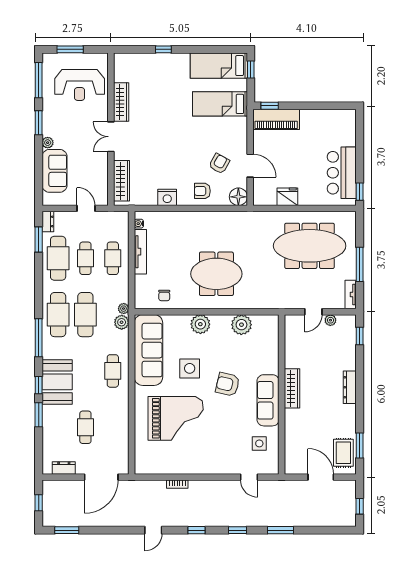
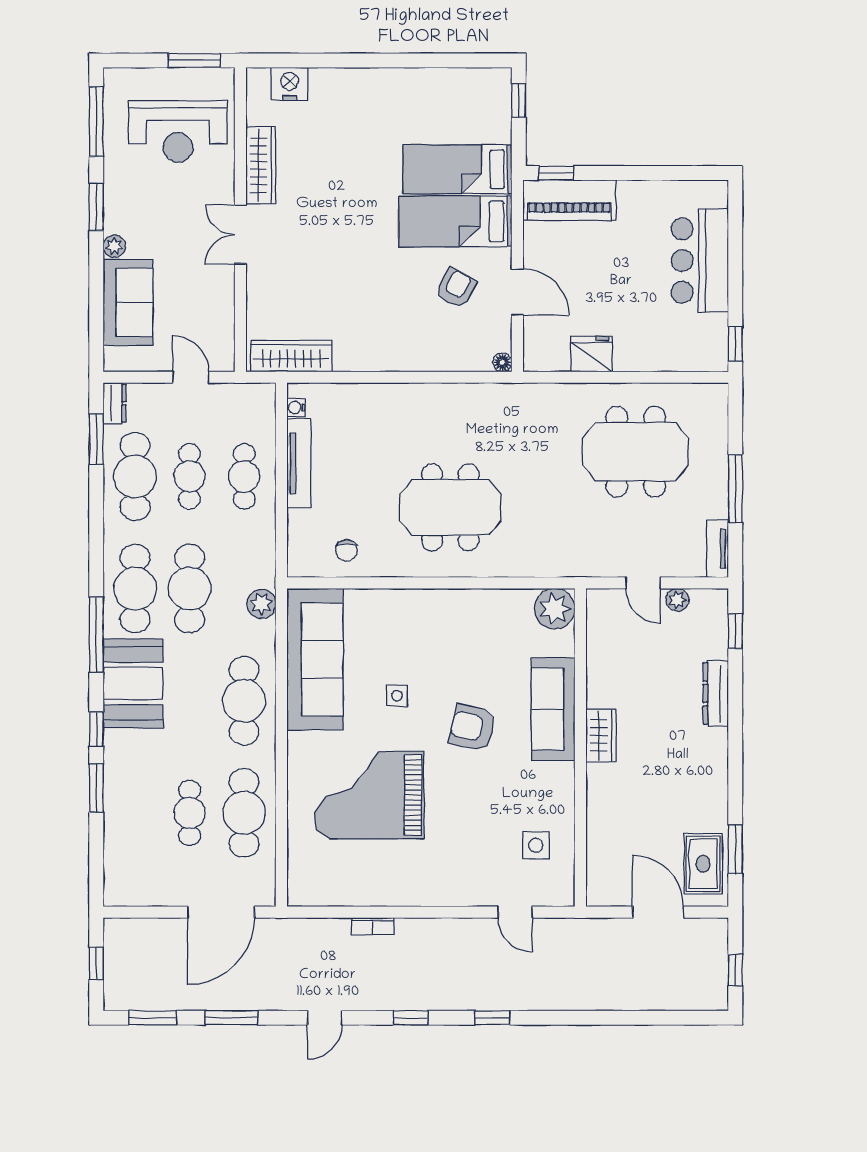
window: (70, 49) -> (194, 60), moved
window: (163, 49) -> (345, 60), removed
bed: (219, 66) -> (455, 221), moved
bar counter: (342, 173) -> (700, 260), moved
wardrobe: (122, 181) -> (291, 356), moved, turned -90
armchair: (202, 191) -> (422, 342), removed
nightstand: (167, 197) -> (290, 84), moved, turned 180
floor lamp: (238, 197) -> (502, 362), width x0.53, depth x0.53
meeting table: (310, 246) -> (636, 452), width x0.73
plant: (124, 309) -> (265, 577), removed
door: (313, 312) -> (643, 583), hinge flipped
plant: (200, 324) -> (418, 608), removed
plant: (241, 325) -> (555, 609), moved
side table: (190, 368) -> (397, 696), width x0.54, depth x0.54
cafe table: (113, 371) -> (244, 701), width x1.37, depth x1.35
booth: (57, 382) -> (133, 683), moved
dresser: (350, 387) -> (716, 693), moved
wardrobe: (292, 388) -> (601, 735), width x0.67
sofa: (268, 400) -> (553, 709), moved
grand piano: (176, 418) -> (369, 795), turned 180
cafe table: (113, 427) -> (244, 813), added
dresser: (64, 468) -> (147, 894), removed
window: (280, 530) -> (231, 1018), moved

